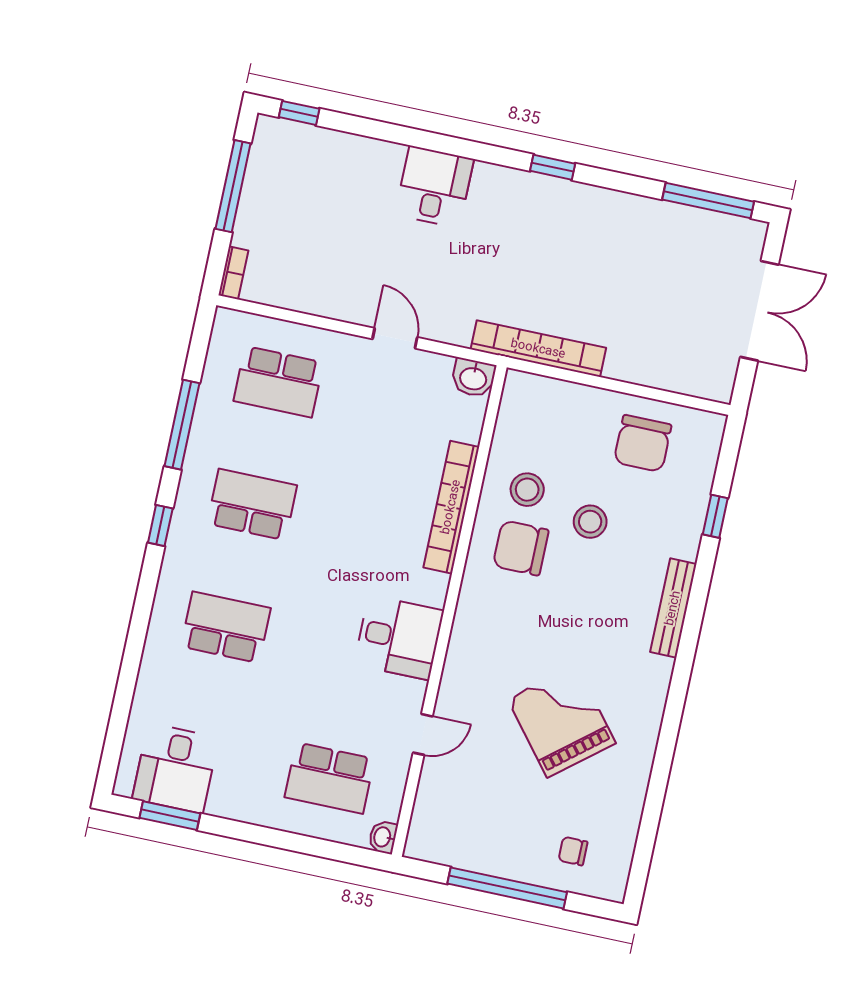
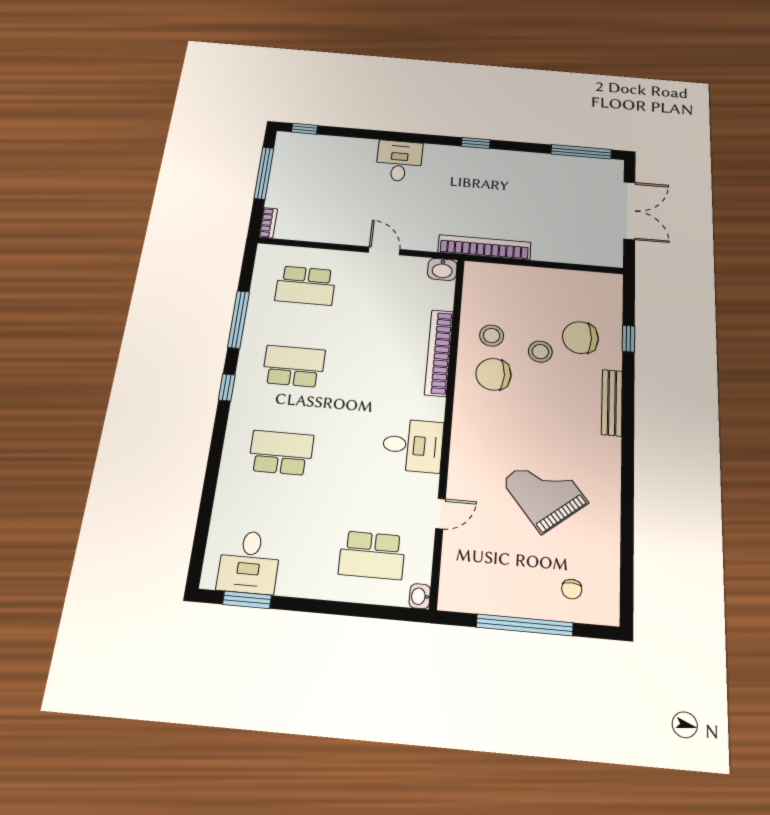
chair: (643, 443) -> (580, 338), moved, turned 90
chair: (573, 851) -> (572, 589), turned -88

